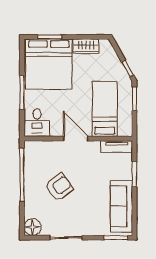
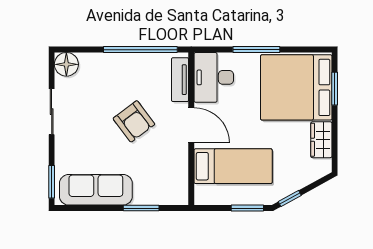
desk: (37, 123) -> (214, 77), width x1.37
door: (76, 139) -> (191, 125), hinge flipped
tv unit: (117, 147) -> (180, 80), moved
armchair: (59, 187) -> (134, 121), moved

